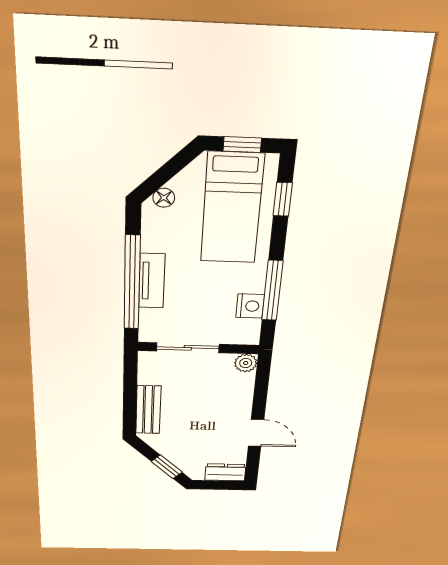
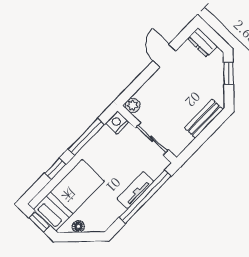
floor lamp: (164, 198) -> (78, 226), moved
window: (283, 199) -> (55, 169), moved
nightstand: (250, 306) -> (117, 122), moved

